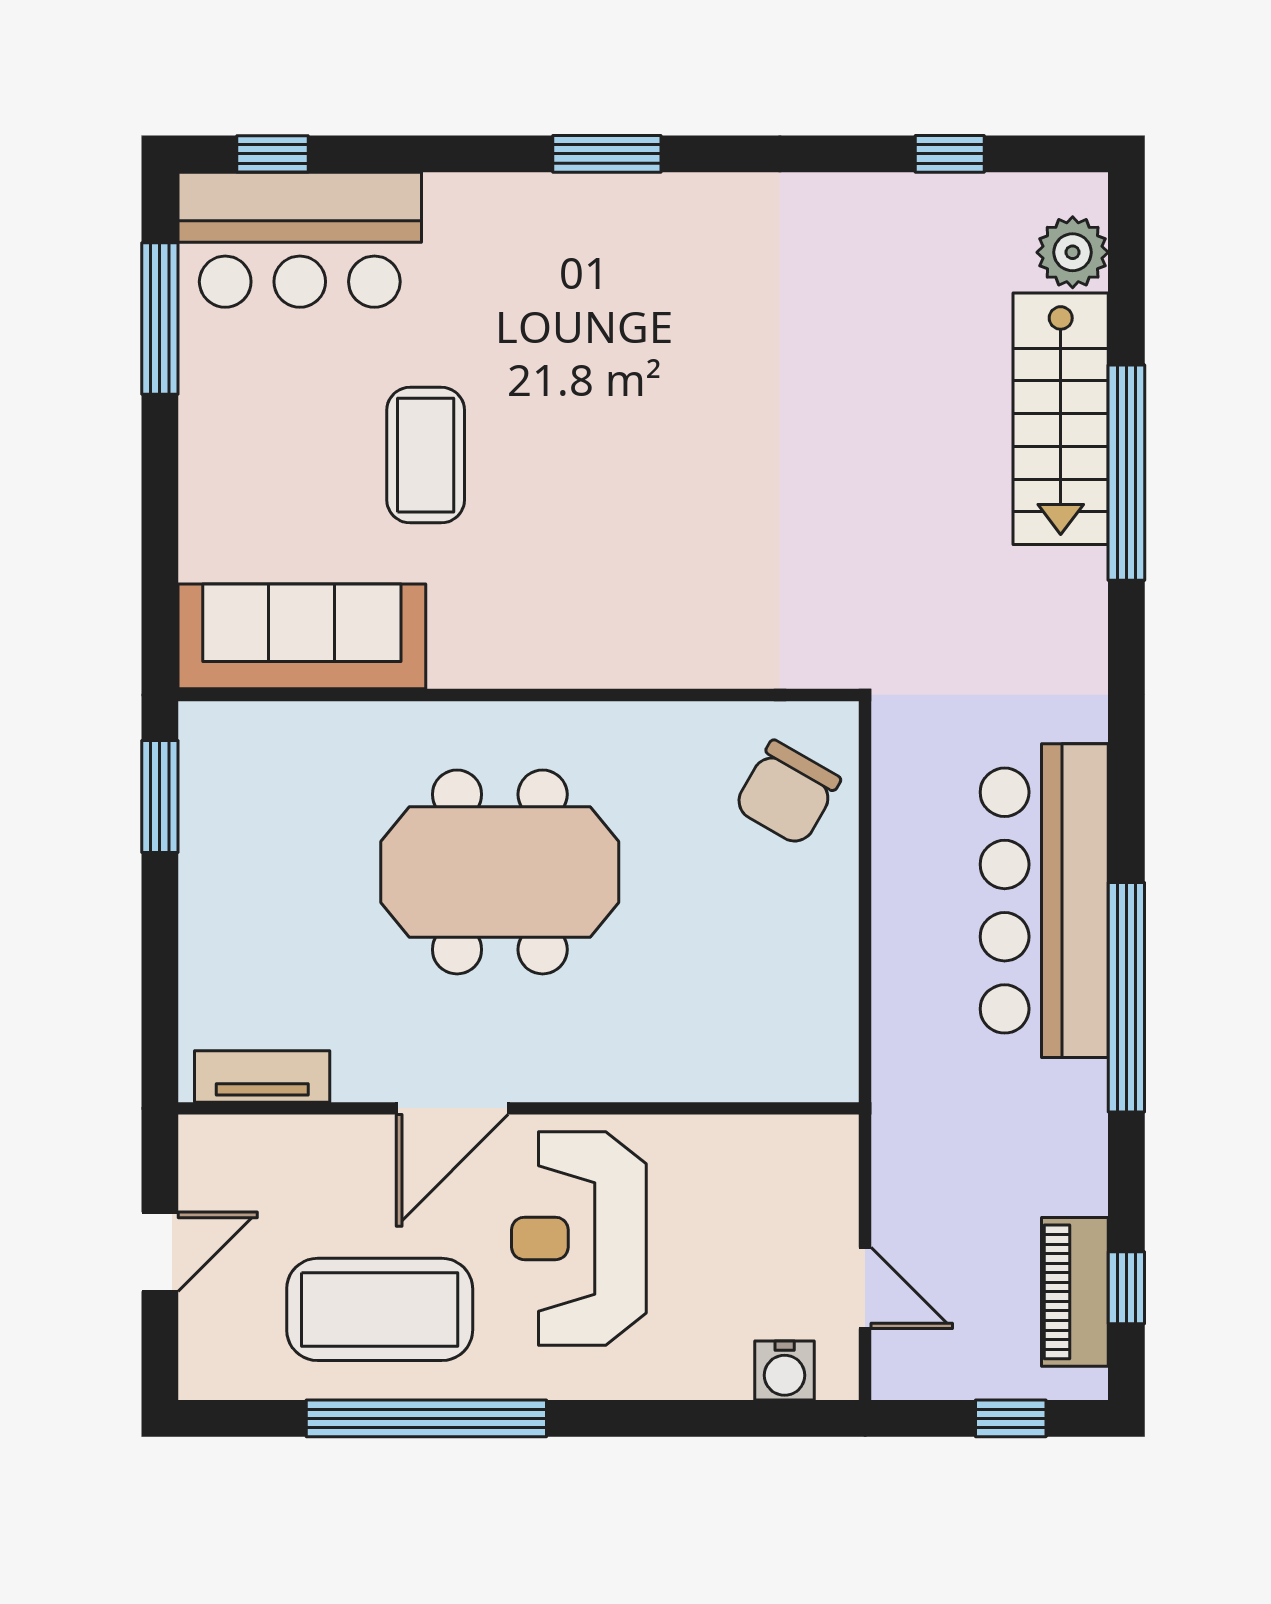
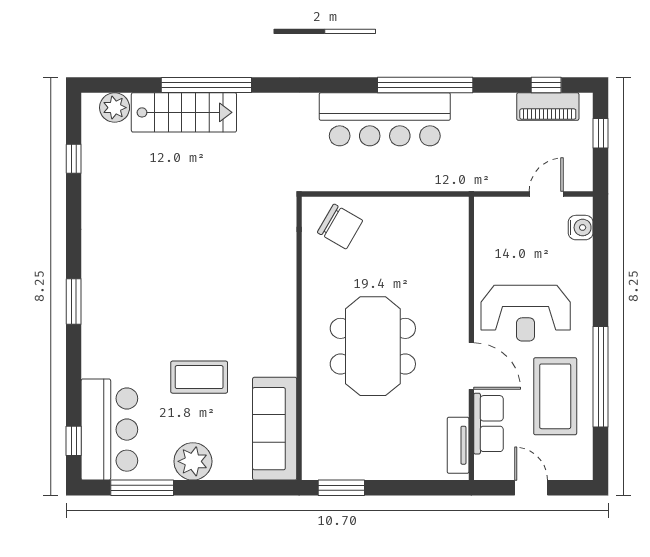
plant: (223, 440) -> (193, 461), added
row of seats: (314, 1149) -> (488, 424), added

